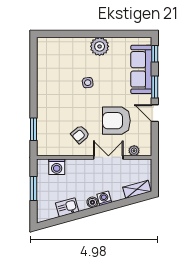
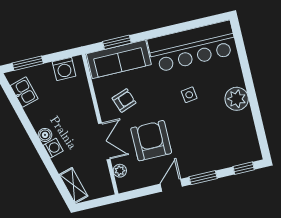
sofa: (141, 69) -> (119, 59), moved, turned 180
bar counter: (51, 71) -> (192, 46), added
armchair: (80, 134) -> (124, 100), turned 110
washing machine: (57, 167) -> (64, 69), moved, turned -90
window: (33, 188) -> (28, 63), moved
kitchen sink: (67, 207) -> (24, 92), moved

